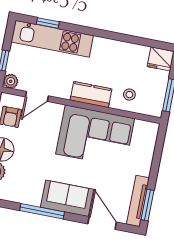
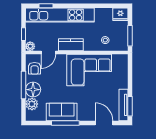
kitchen unit: (52, 39) -> (60, 15), width x1.36
kitchen counter: (91, 95) -> (71, 45), moved
sofa: (67, 198) -> (62, 112), moved

